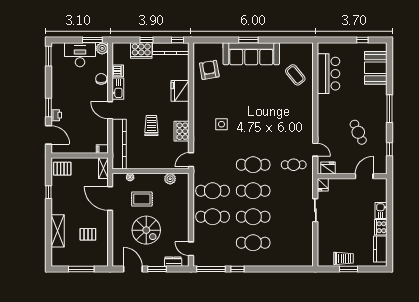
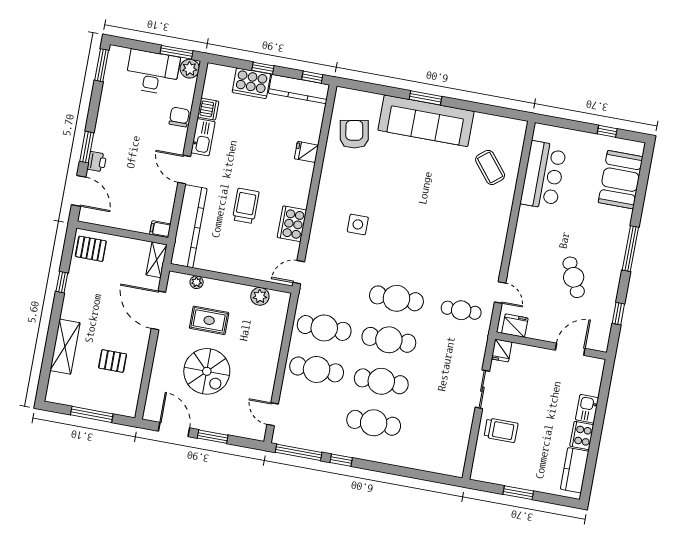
fridge: (180, 91) -> (306, 152), width x0.53, depth x0.75
trolley: (343, 258) -> (501, 430), moved
dresser: (173, 262) -> (240, 429), removed

